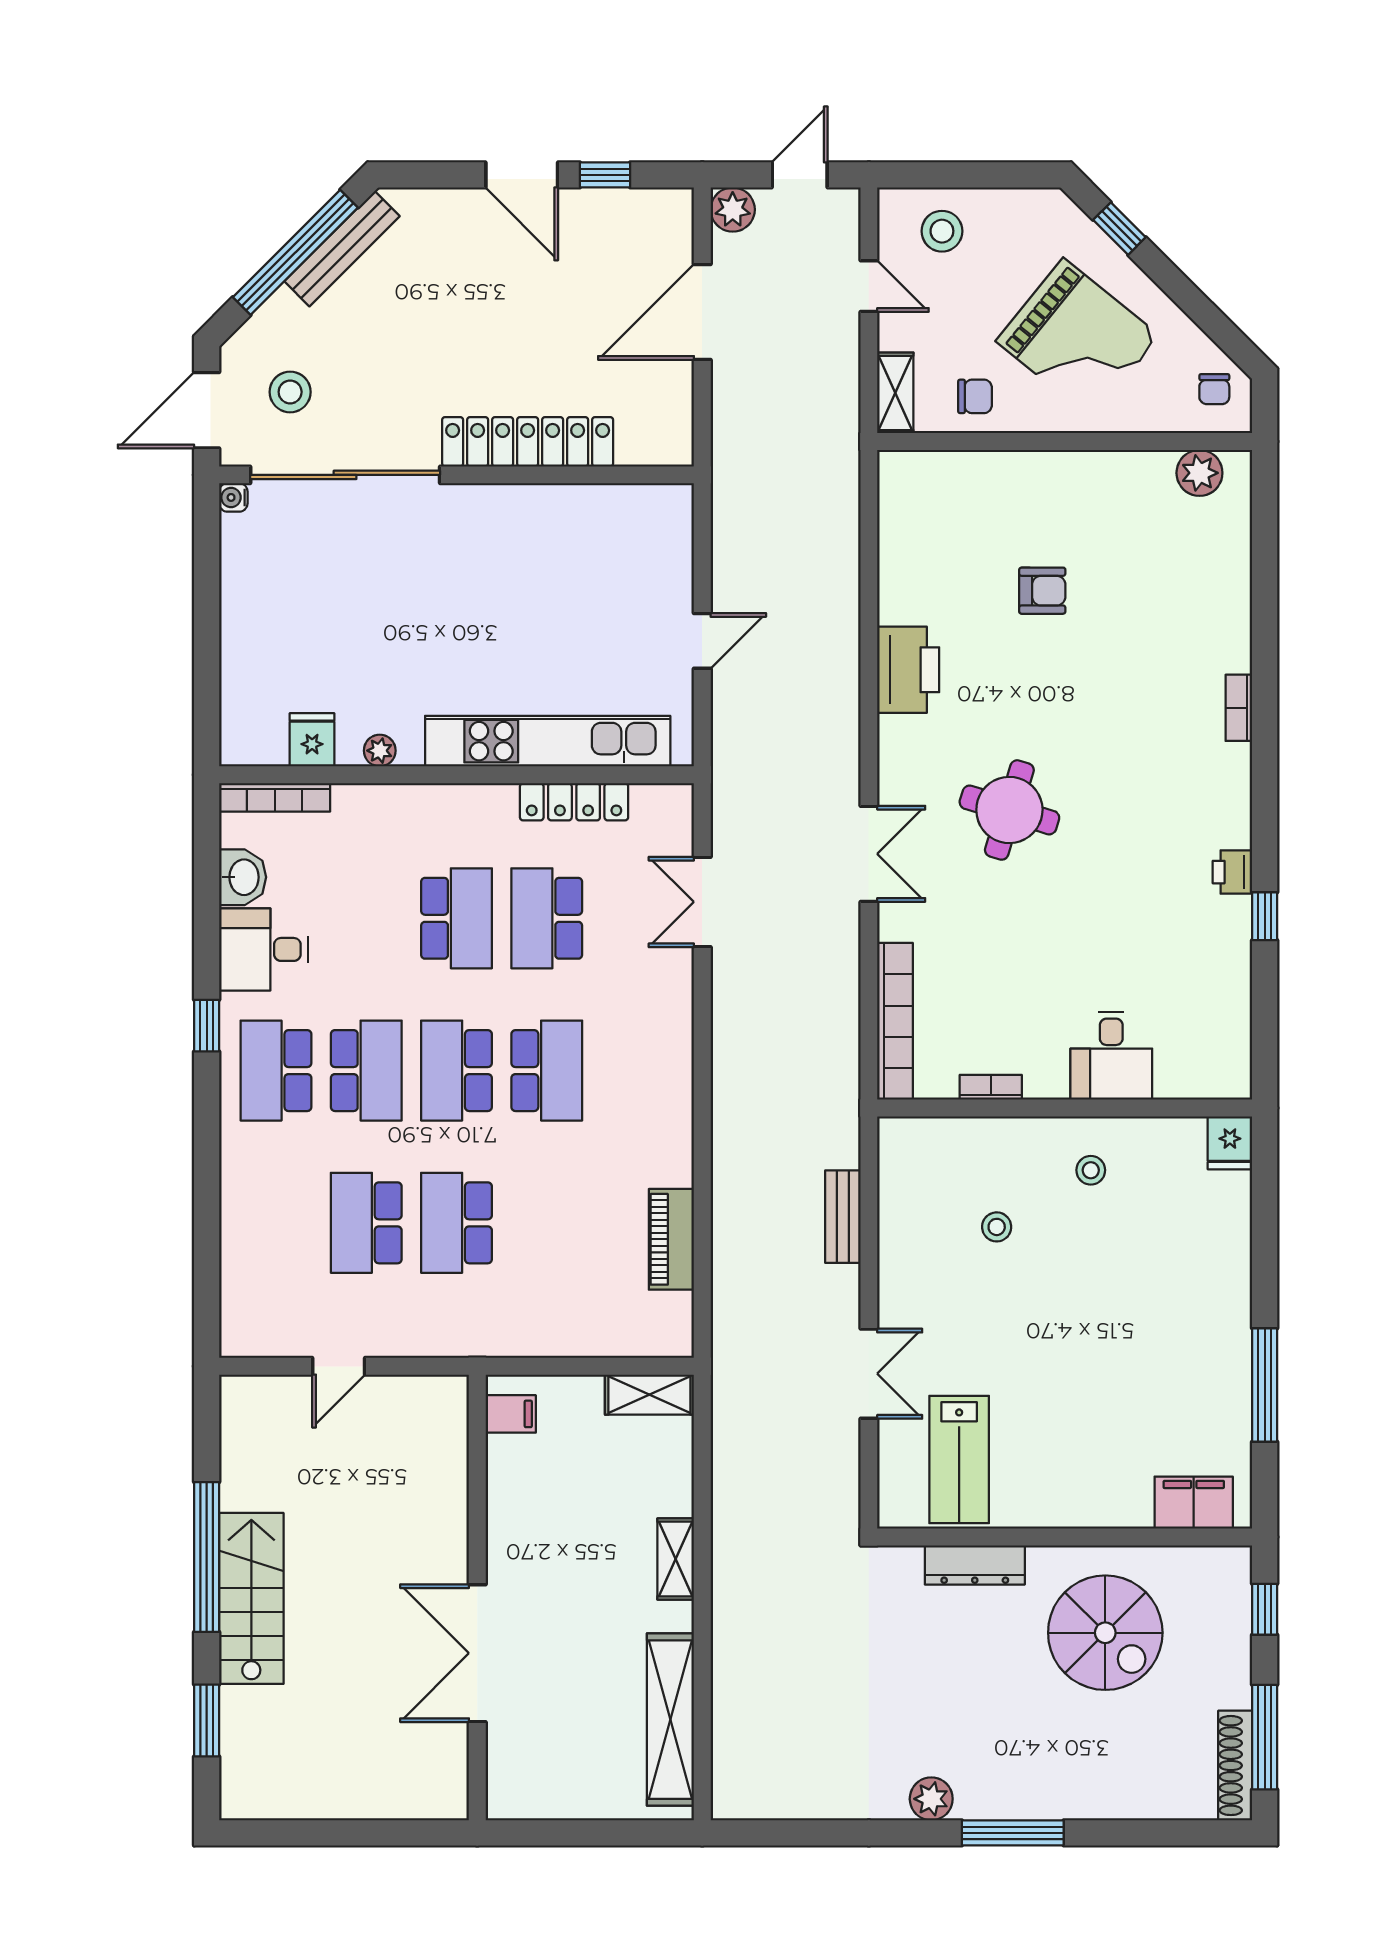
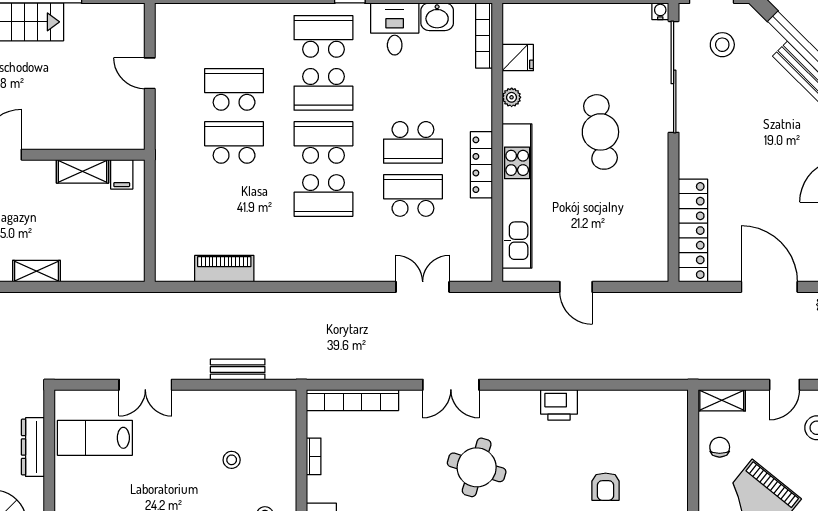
chair: (975, 396) -> (720, 447), turned 180
locker: (528, 442) -> (693, 231), moved
cafe table: (439, 599) -> (600, 132), added
printer: (908, 670) -> (559, 405), width x0.73, depth x0.84
locker: (574, 802) -> (481, 165), moved
shelving: (649, 1395) -> (83, 171), moved, turned 90

